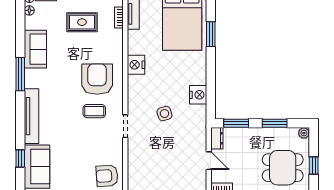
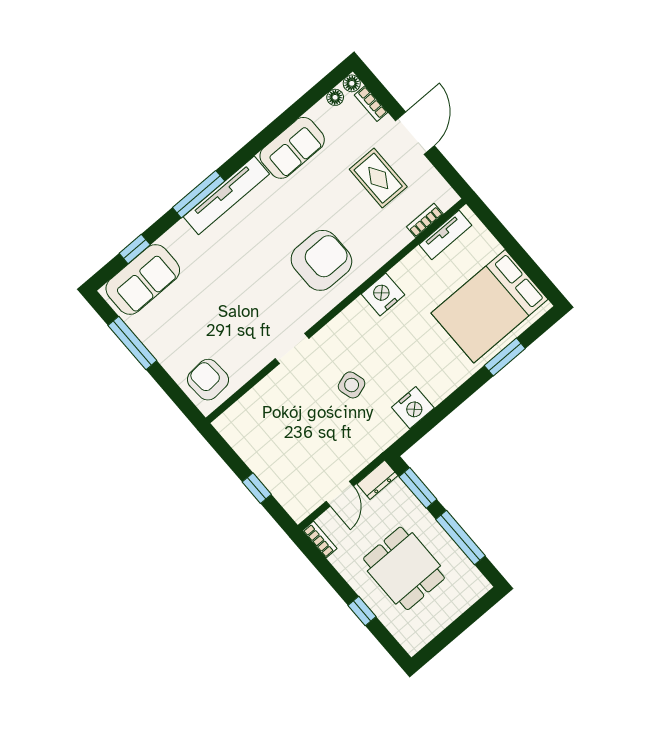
window: (20, 74) -> (199, 194), moved
coffee table: (94, 111) -> (277, 292), removed
tv unit: (31, 116) -> (226, 195), moved
window: (275, 123) -> (460, 538), width x1.44
plant: (304, 133) -> (480, 586), removed
window: (314, 166) -> (449, 634), removed
dining table: (283, 168) -> (404, 568), moved

